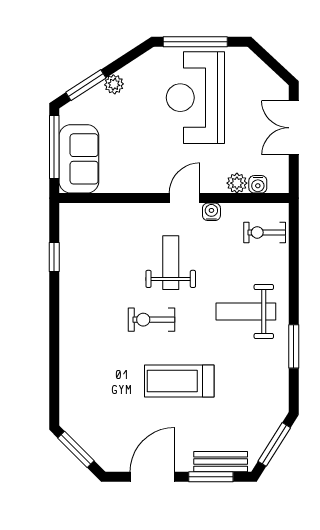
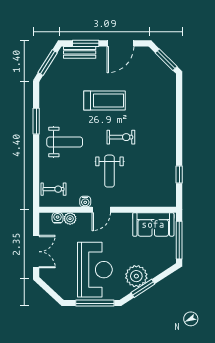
plant: (114, 84) -> (136, 276), width x1.88, depth x1.88
window: (86, 85) -> (143, 288), moved
sofa: (79, 159) -> (153, 224), moved, turned -90

